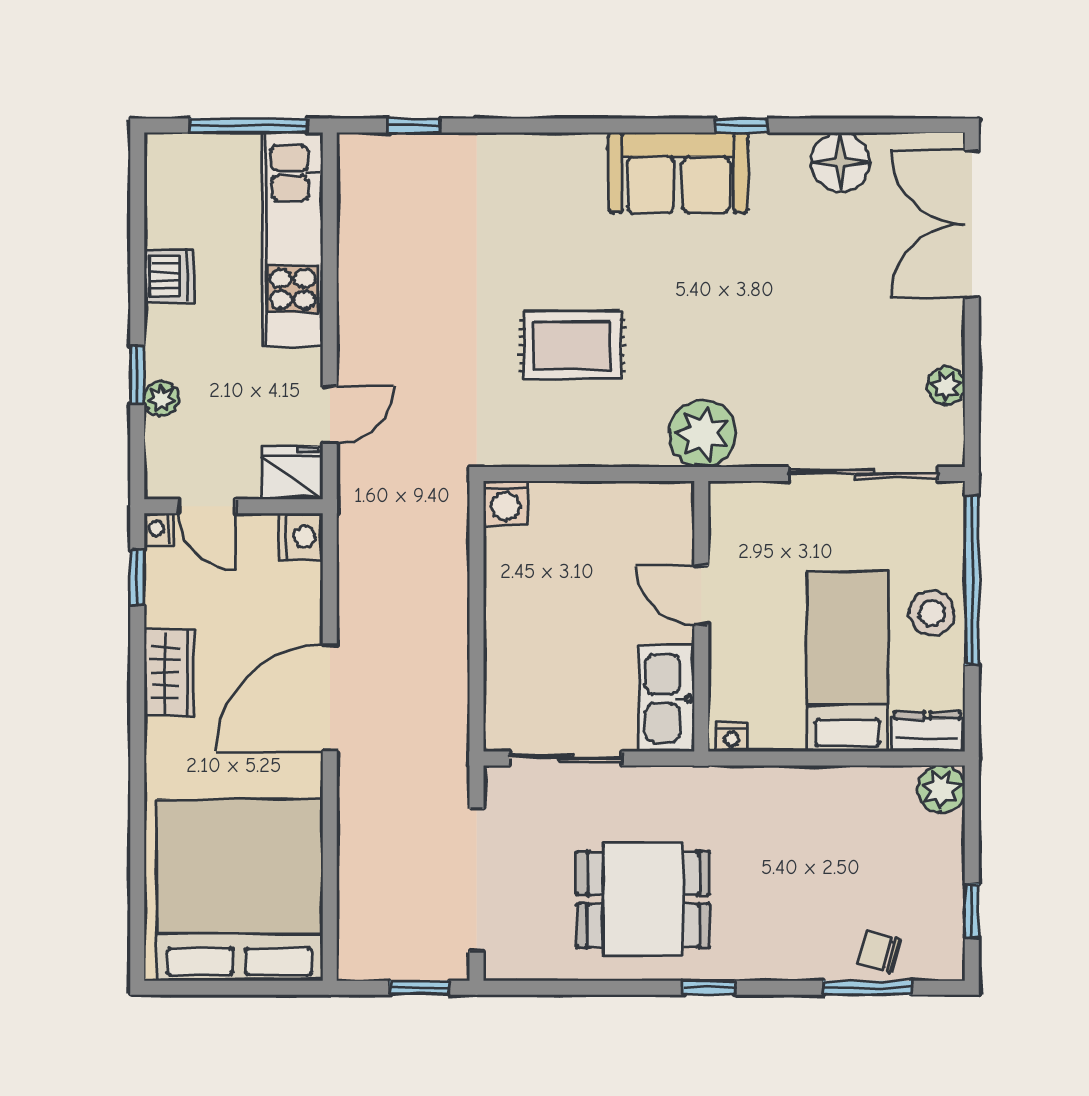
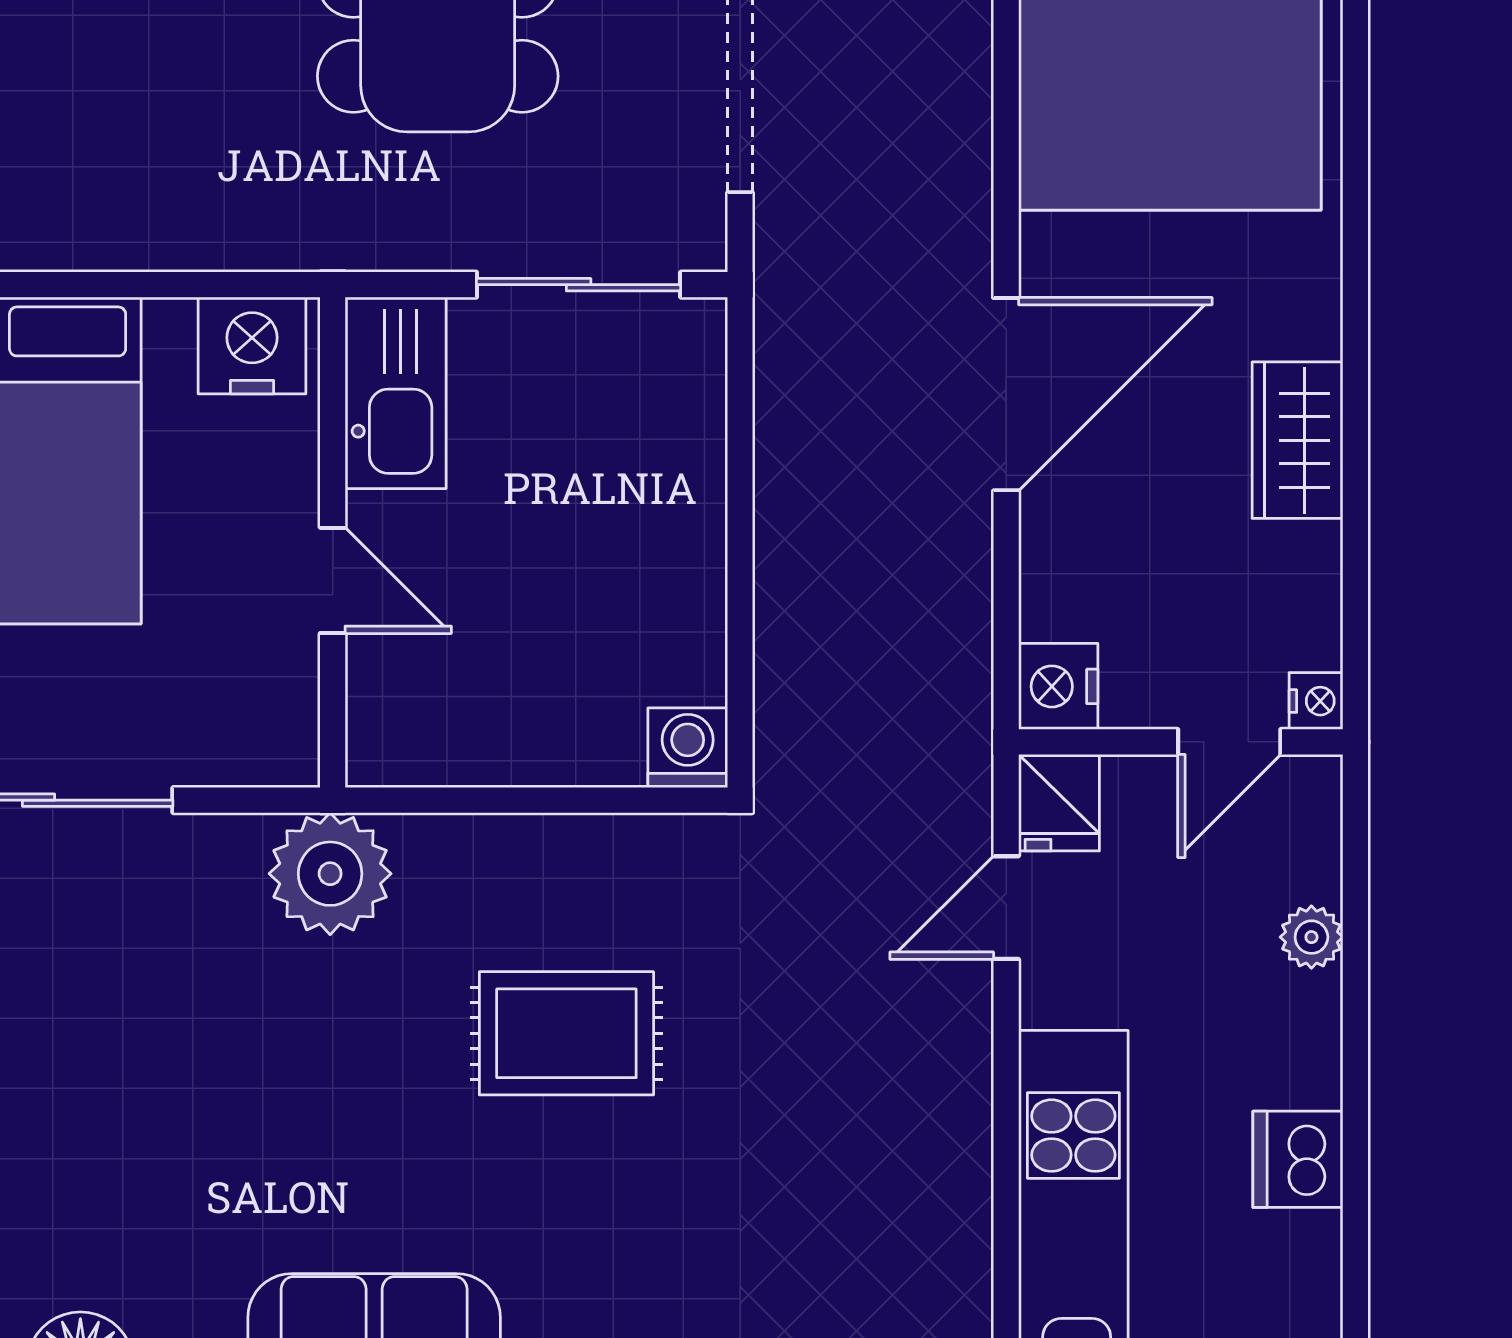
window: (137, 375) -> (1355, 980), removed
fridge: (292, 473) -> (1059, 803), width x0.72
door: (207, 506) -> (1229, 742), swing flipped
window: (137, 577) -> (1355, 613), removed
nightstand: (732, 737) -> (252, 345), width x1.89, depth x1.79

